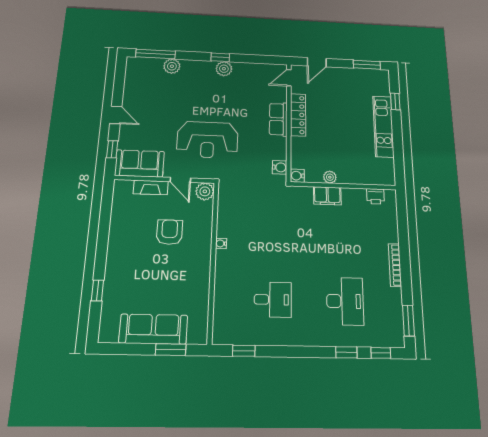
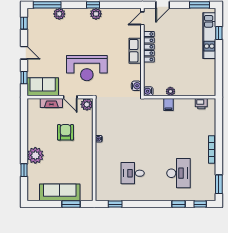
window: (120, 76) -> (24, 23), added
kitchen unit: (383, 126) -> (209, 36), moved
filing cabinet: (327, 196) -> (168, 104), width x0.50
plant: (119, 267) -> (35, 155), added
desk: (273, 300) -> (133, 173), turned 180

